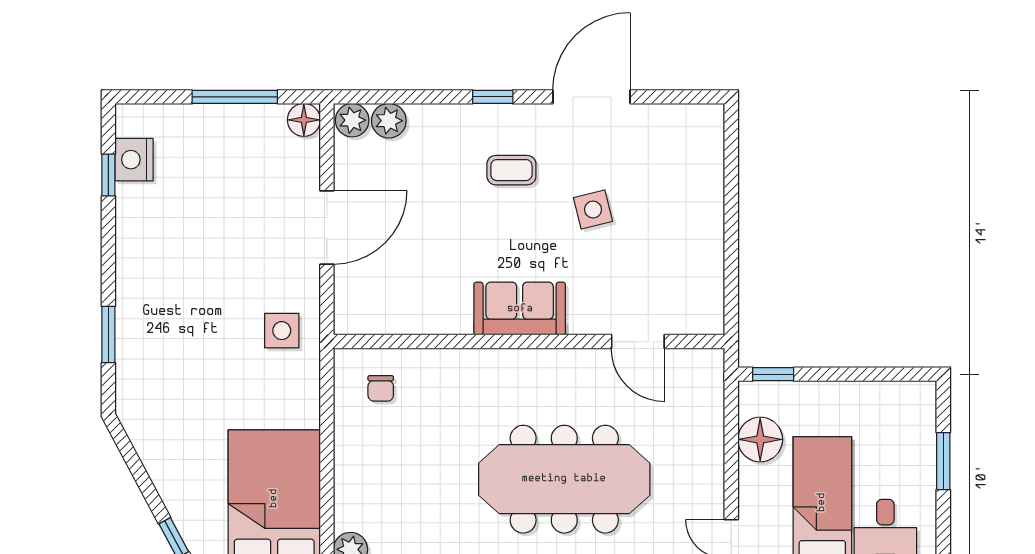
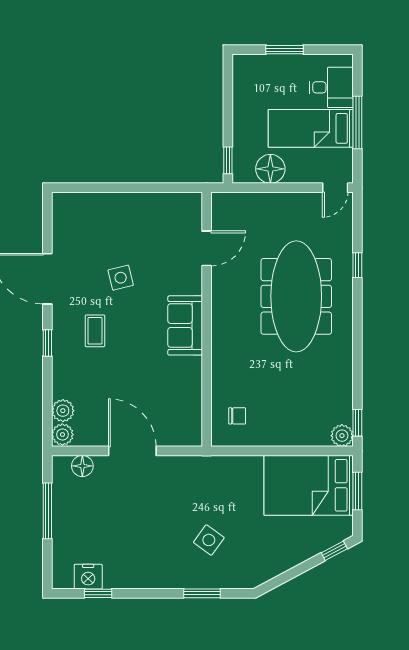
floor lamp: (304, 120) -> (82, 466), moved
side table: (282, 331) -> (209, 540), moved, turned 36

